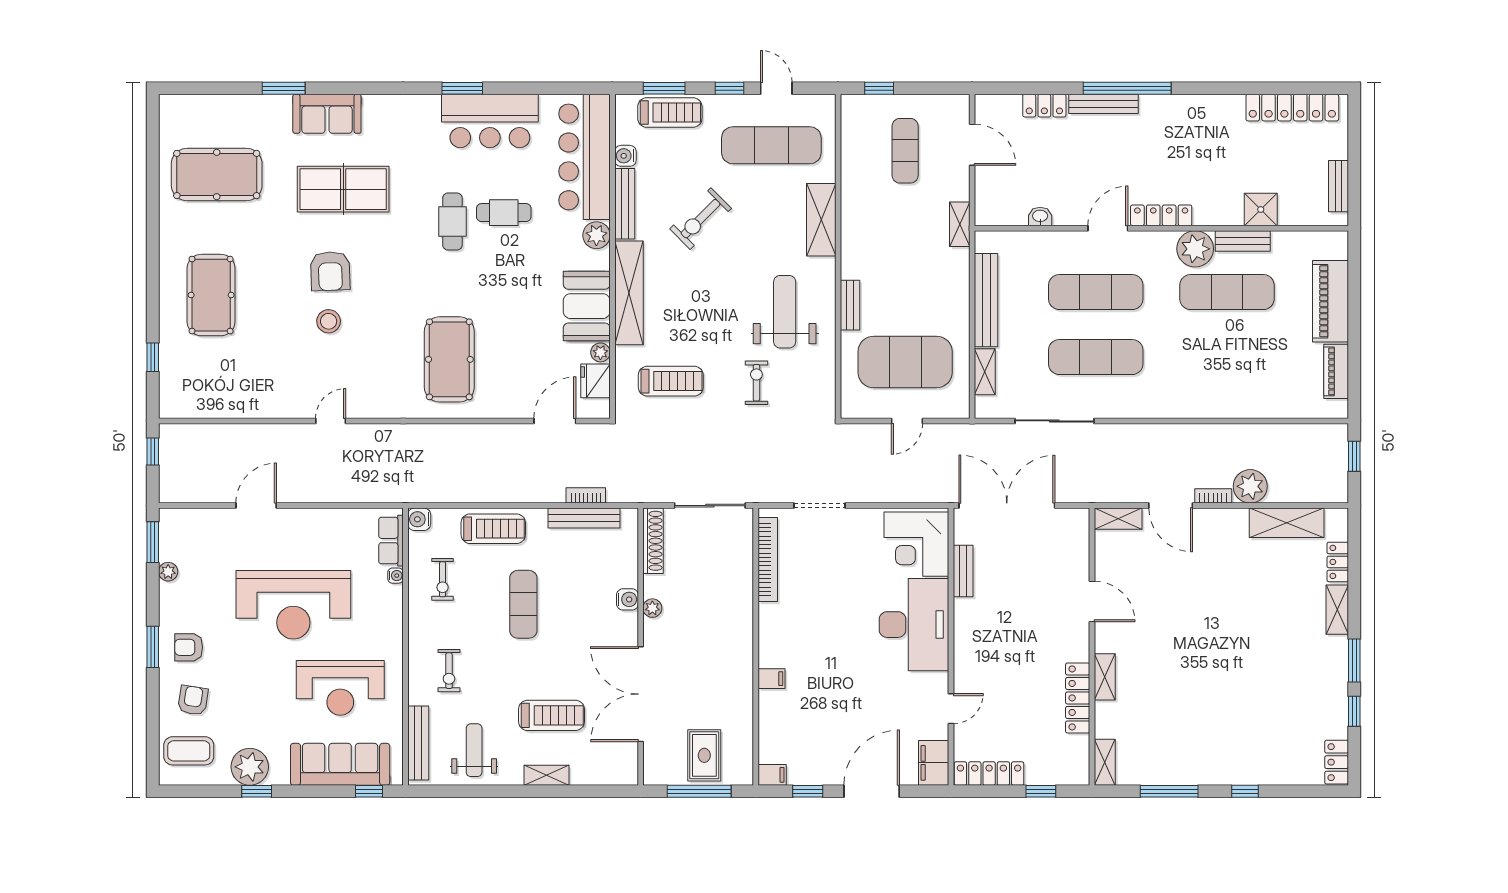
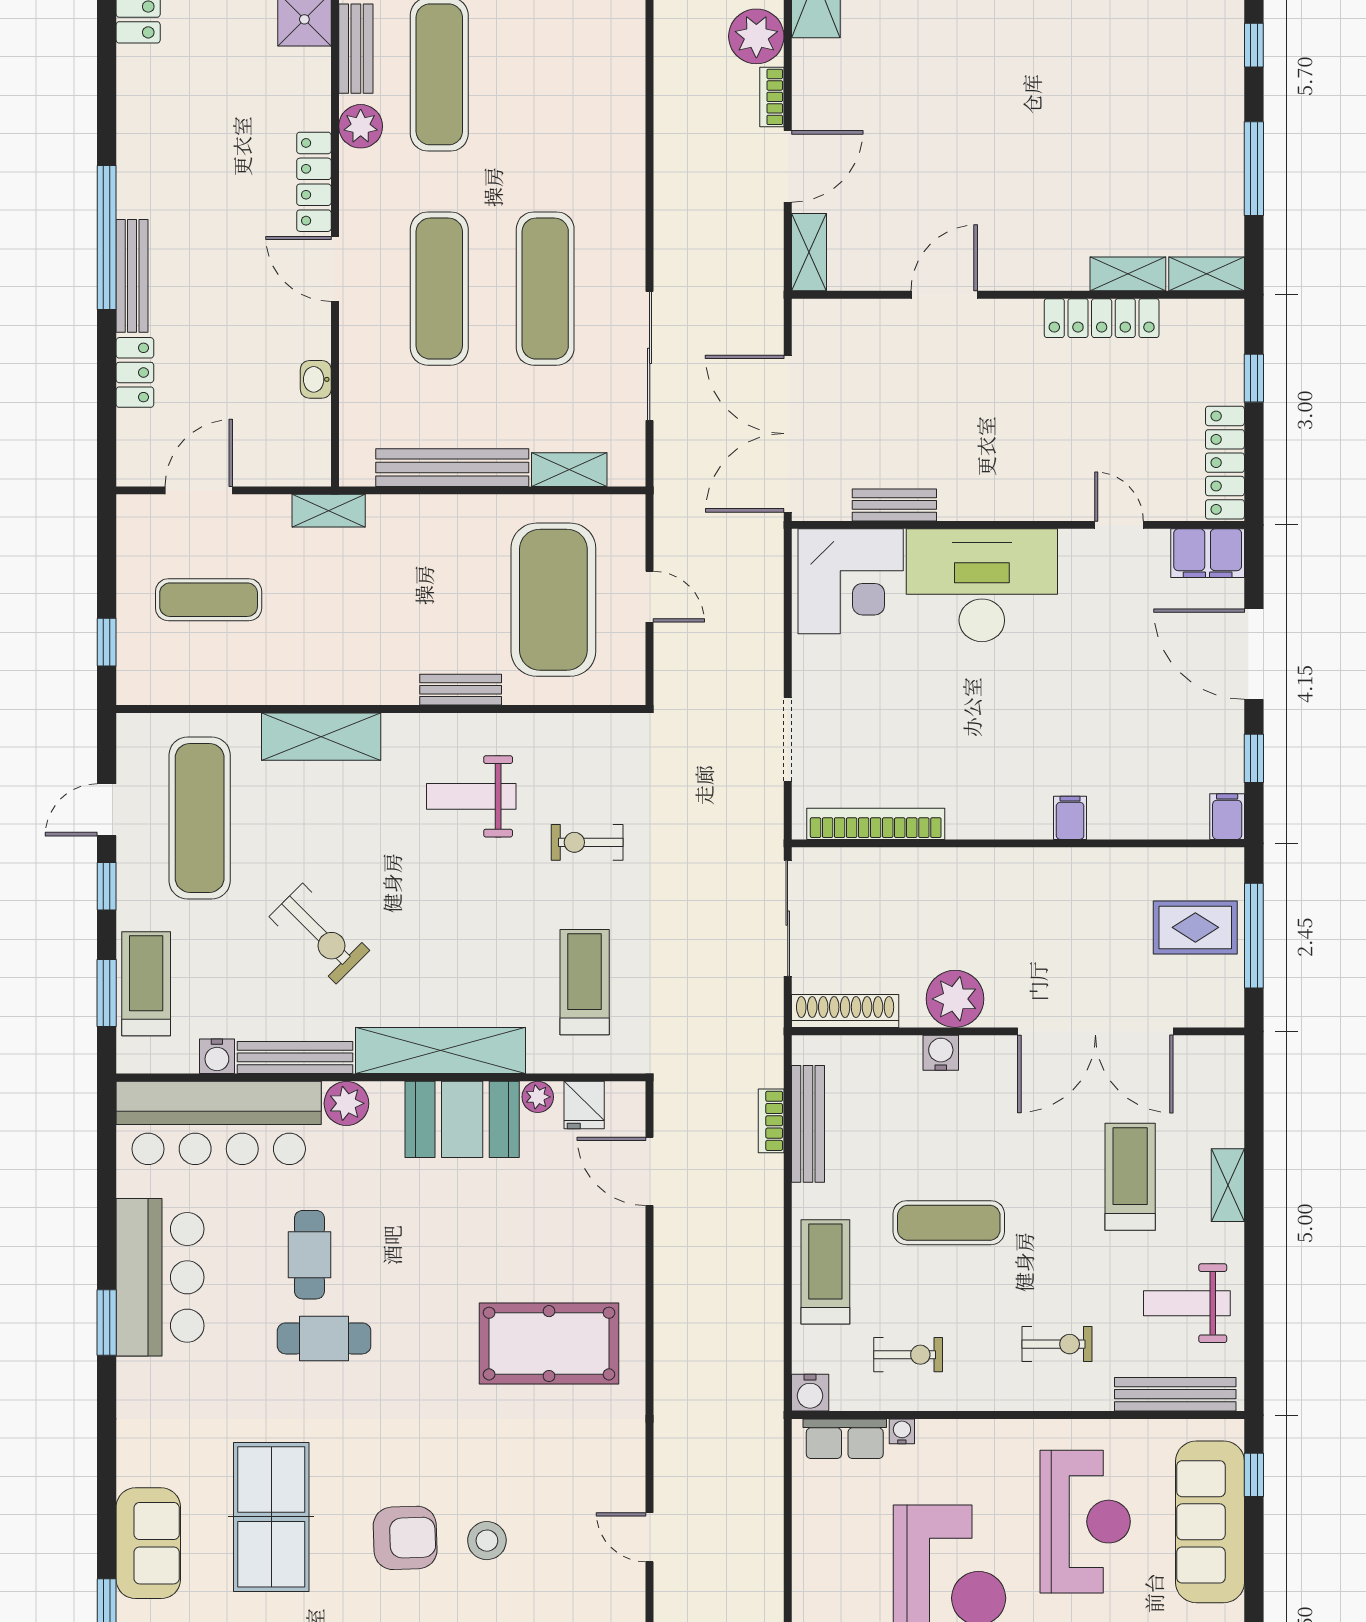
plant: (1195, 249) -> (361, 126), width x0.73, depth x0.73
weight bench: (785, 312) -> (471, 796), width x0.73, depth x0.75
fridge: (595, 381) -> (584, 1105), width x0.72
plant: (652, 608) -> (955, 999), width x1.88, depth x1.88
shelving: (1105, 677) -> (1128, 274), moved

